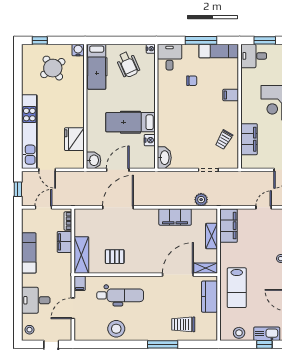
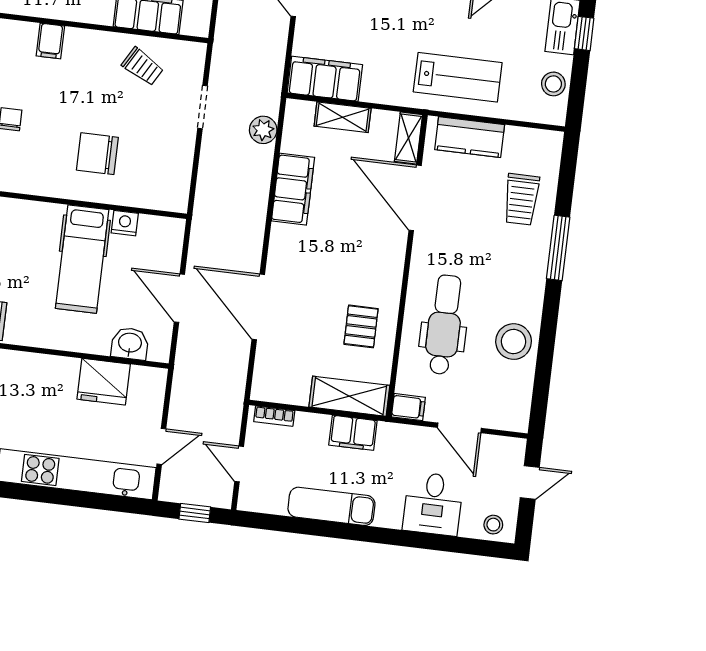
chair: (181, 123) -> (97, 154), added
washbasin: (164, 158) -> (165, 197), removed
washbasin: (94, 160) -> (130, 343), moved
filing cabinet: (64, 242) -> (353, 433), moved

